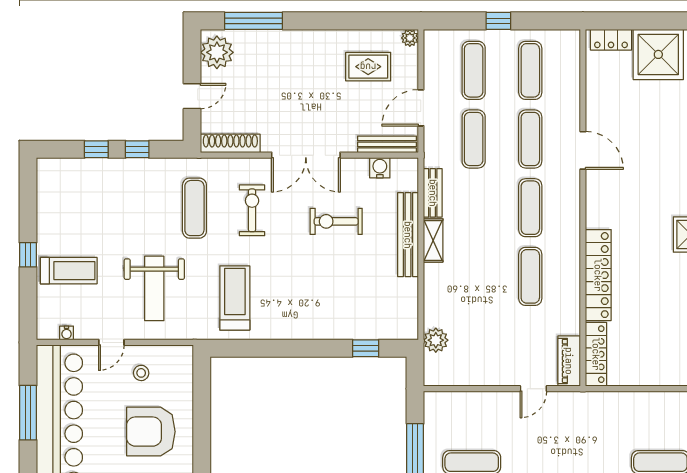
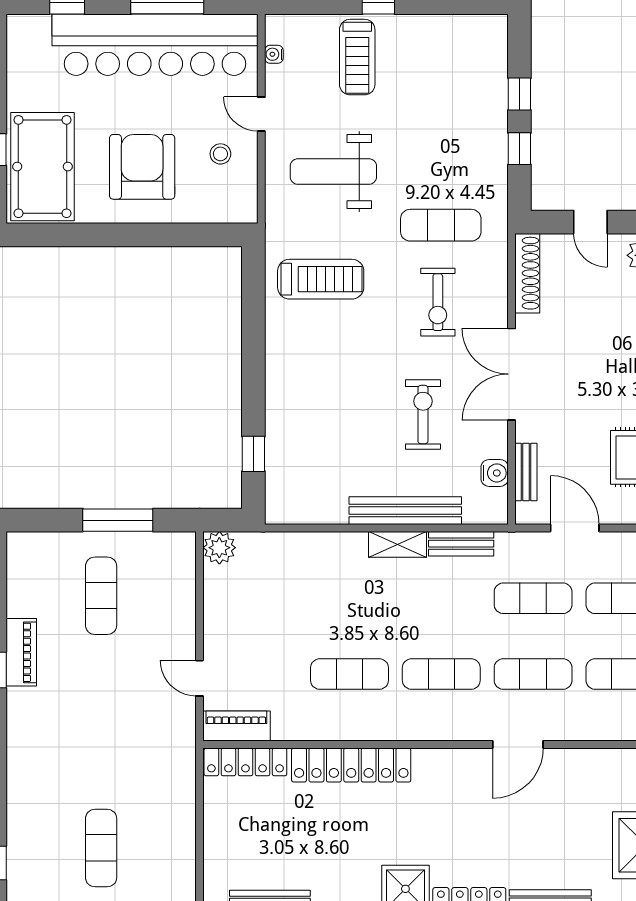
bench: (387, 144) -> (526, 472), width x0.73
exercise bike: (252, 210) -> (438, 302), turned 90
plant: (436, 340) -> (219, 548), moved

